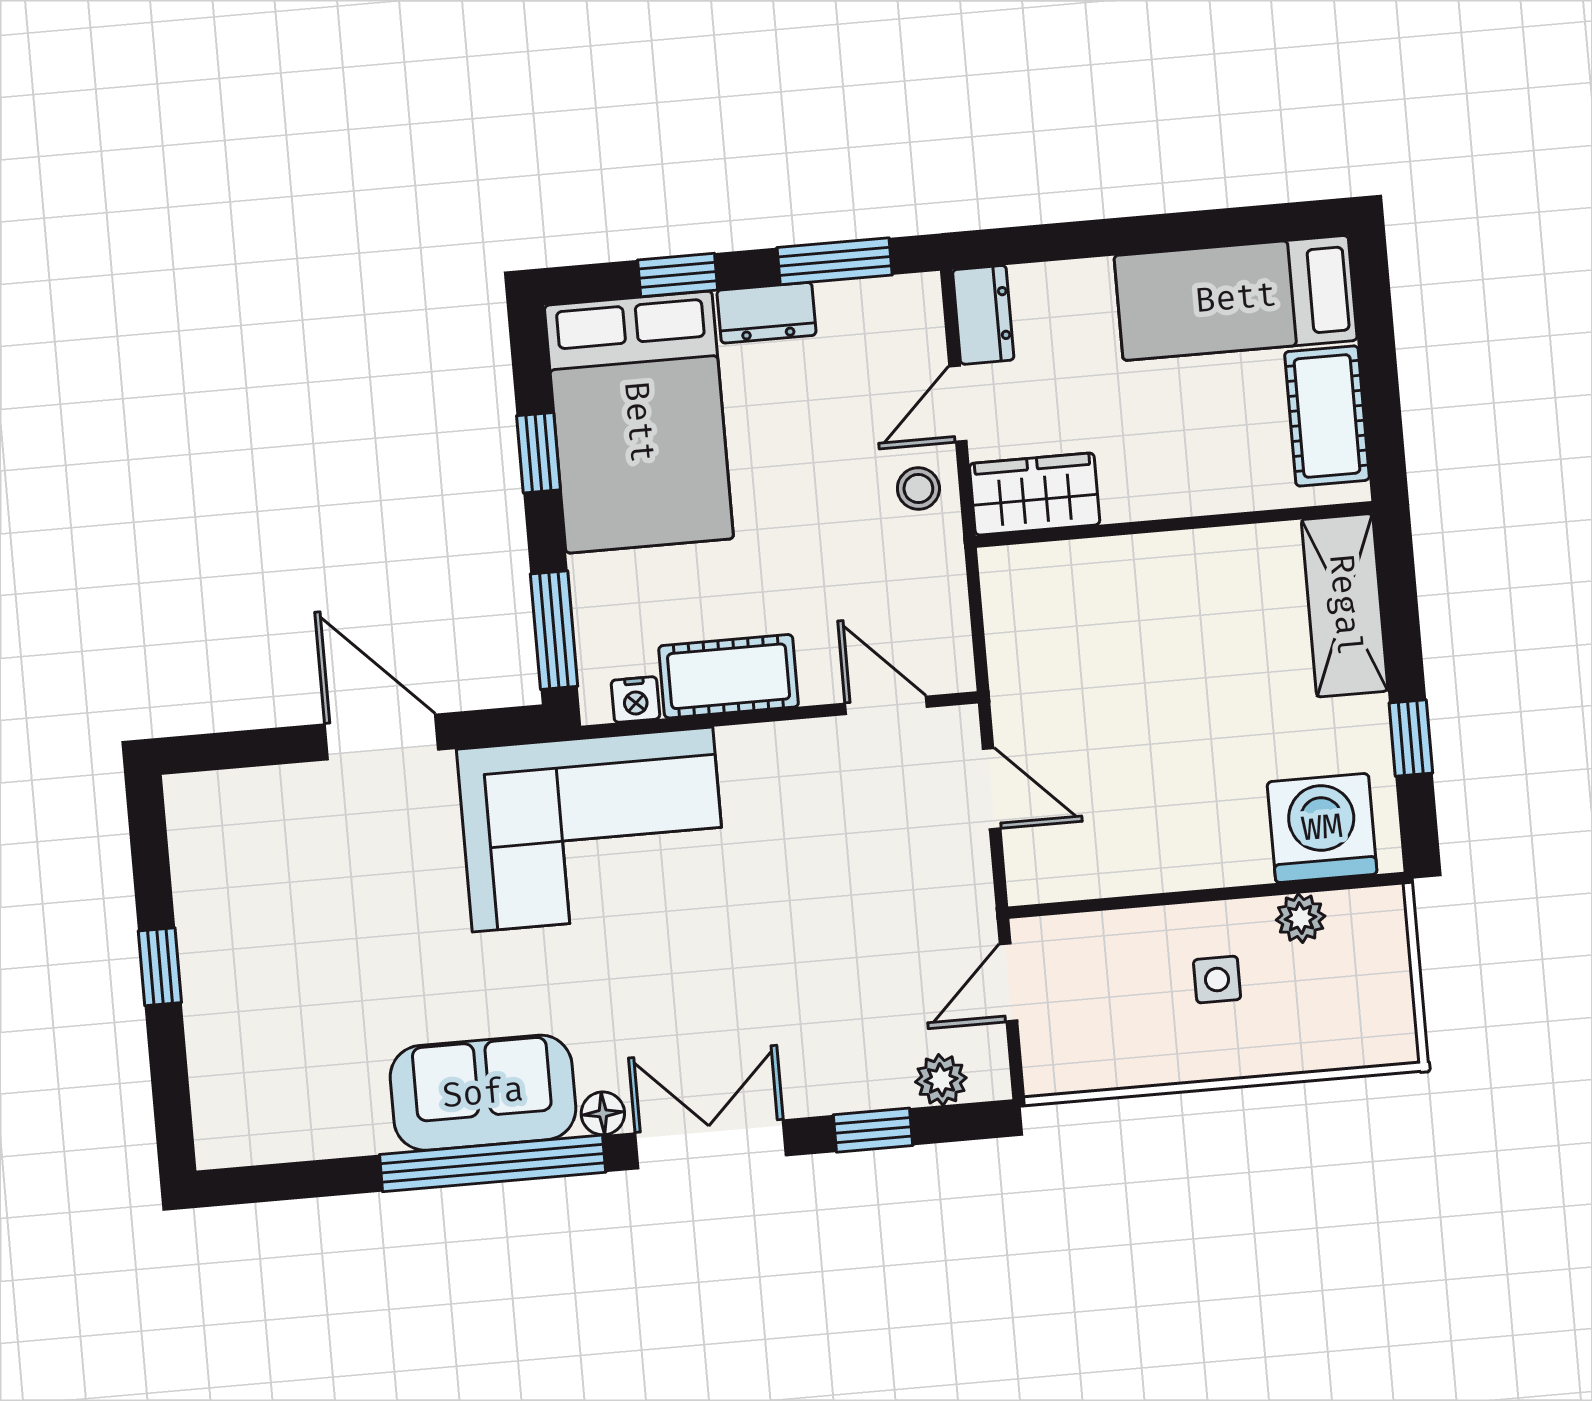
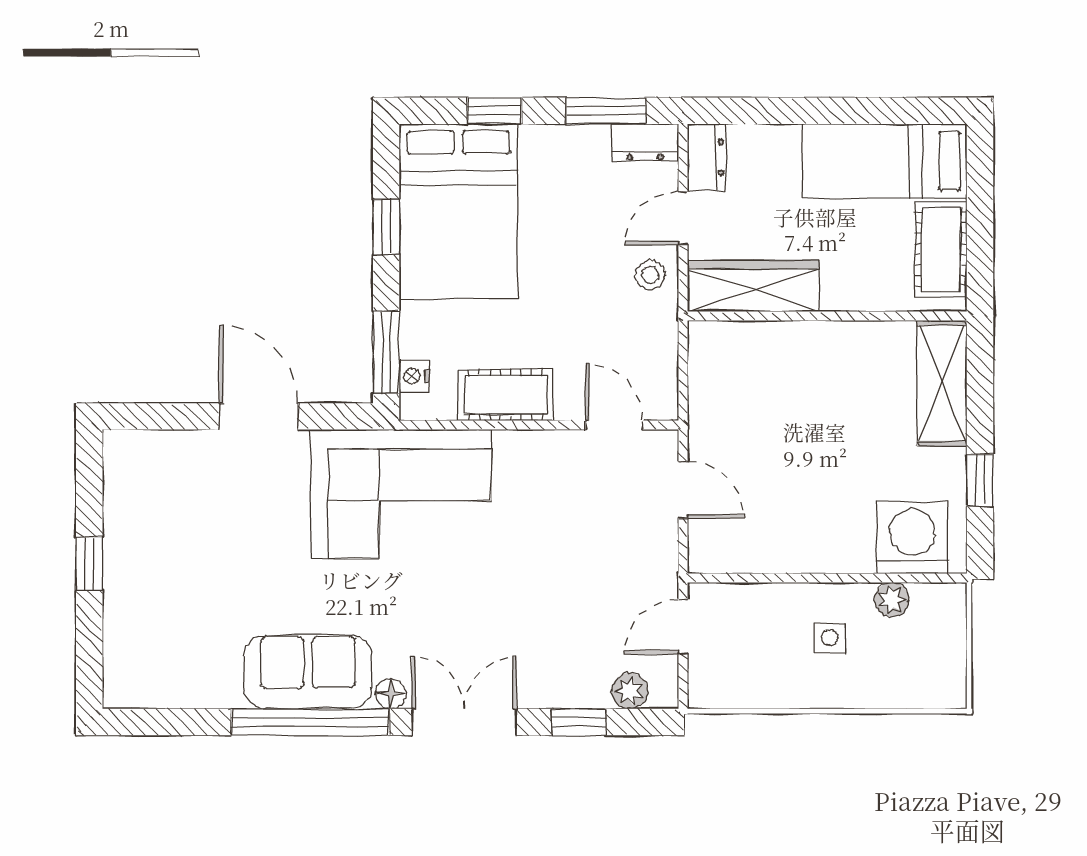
dresser: (766, 313) -> (645, 143), moved
wardrobe: (1035, 494) -> (753, 286), width x1.50
nightstand: (635, 700) -> (414, 376), moved, turned 90

